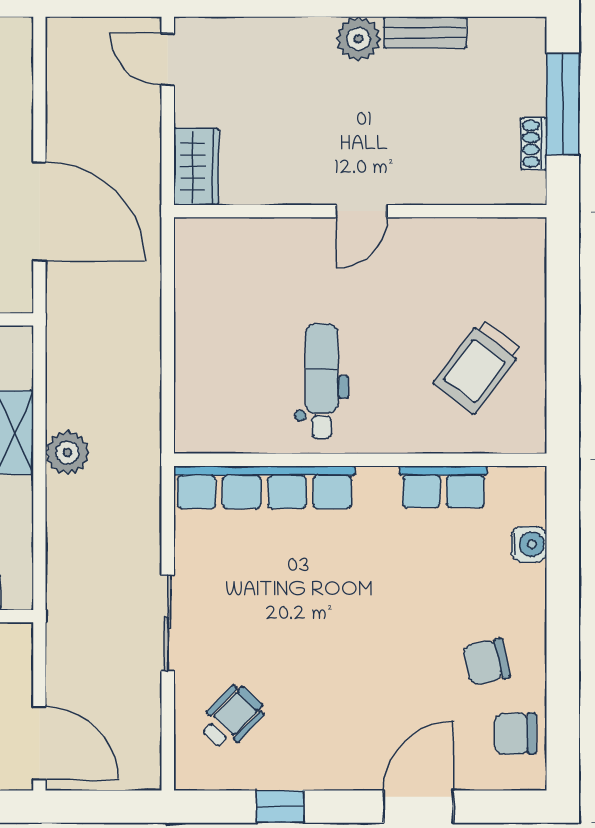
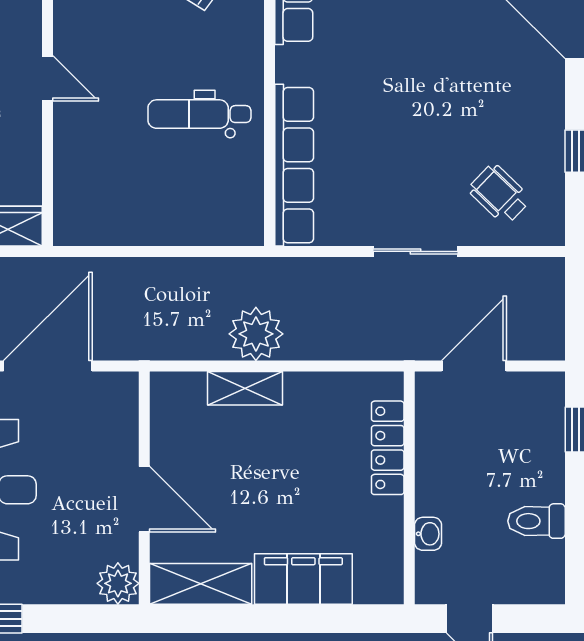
plant: (67, 453) -> (256, 334), width x1.36, depth x1.36
door: (39, 743) -> (474, 366), moved

